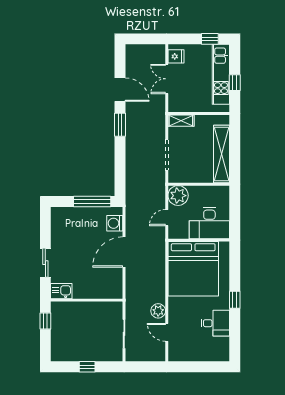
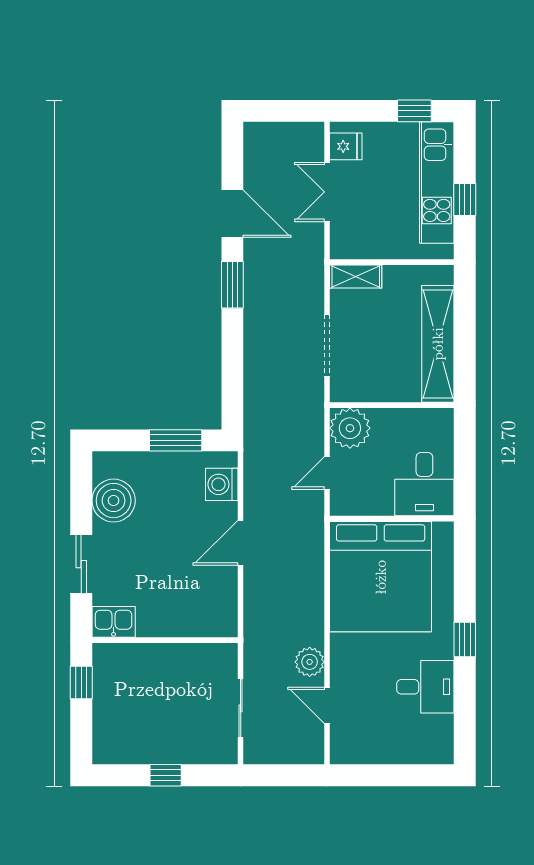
window: (92, 202) -> (176, 440), width x0.69
desk: (209, 223) -> (424, 484), width x0.73
boiler: (61, 231) -> (114, 501), added
door: (124, 252) -> (241, 543), width x0.73

